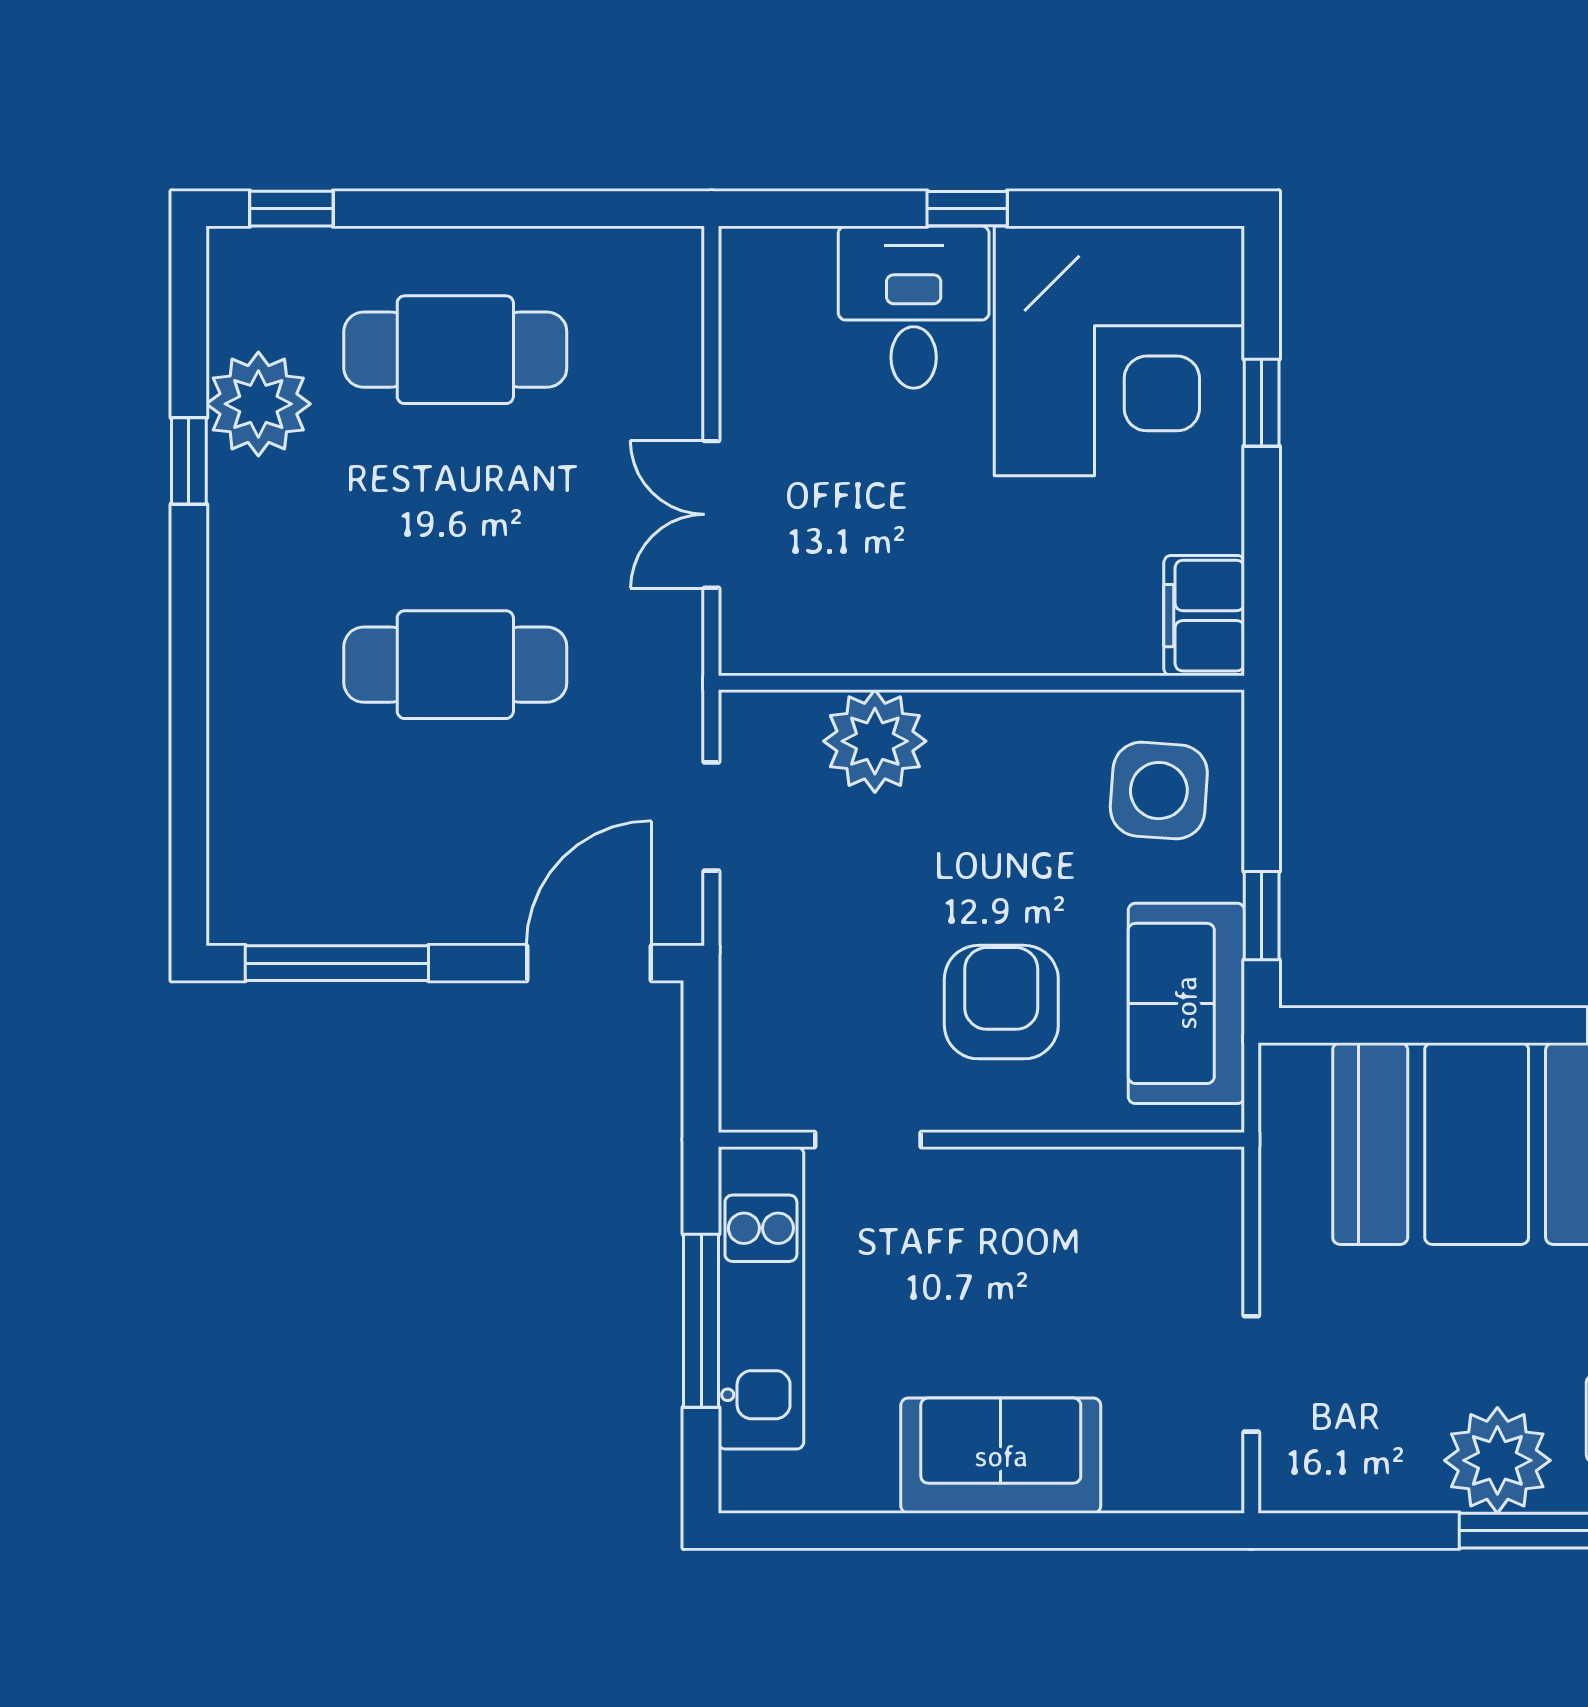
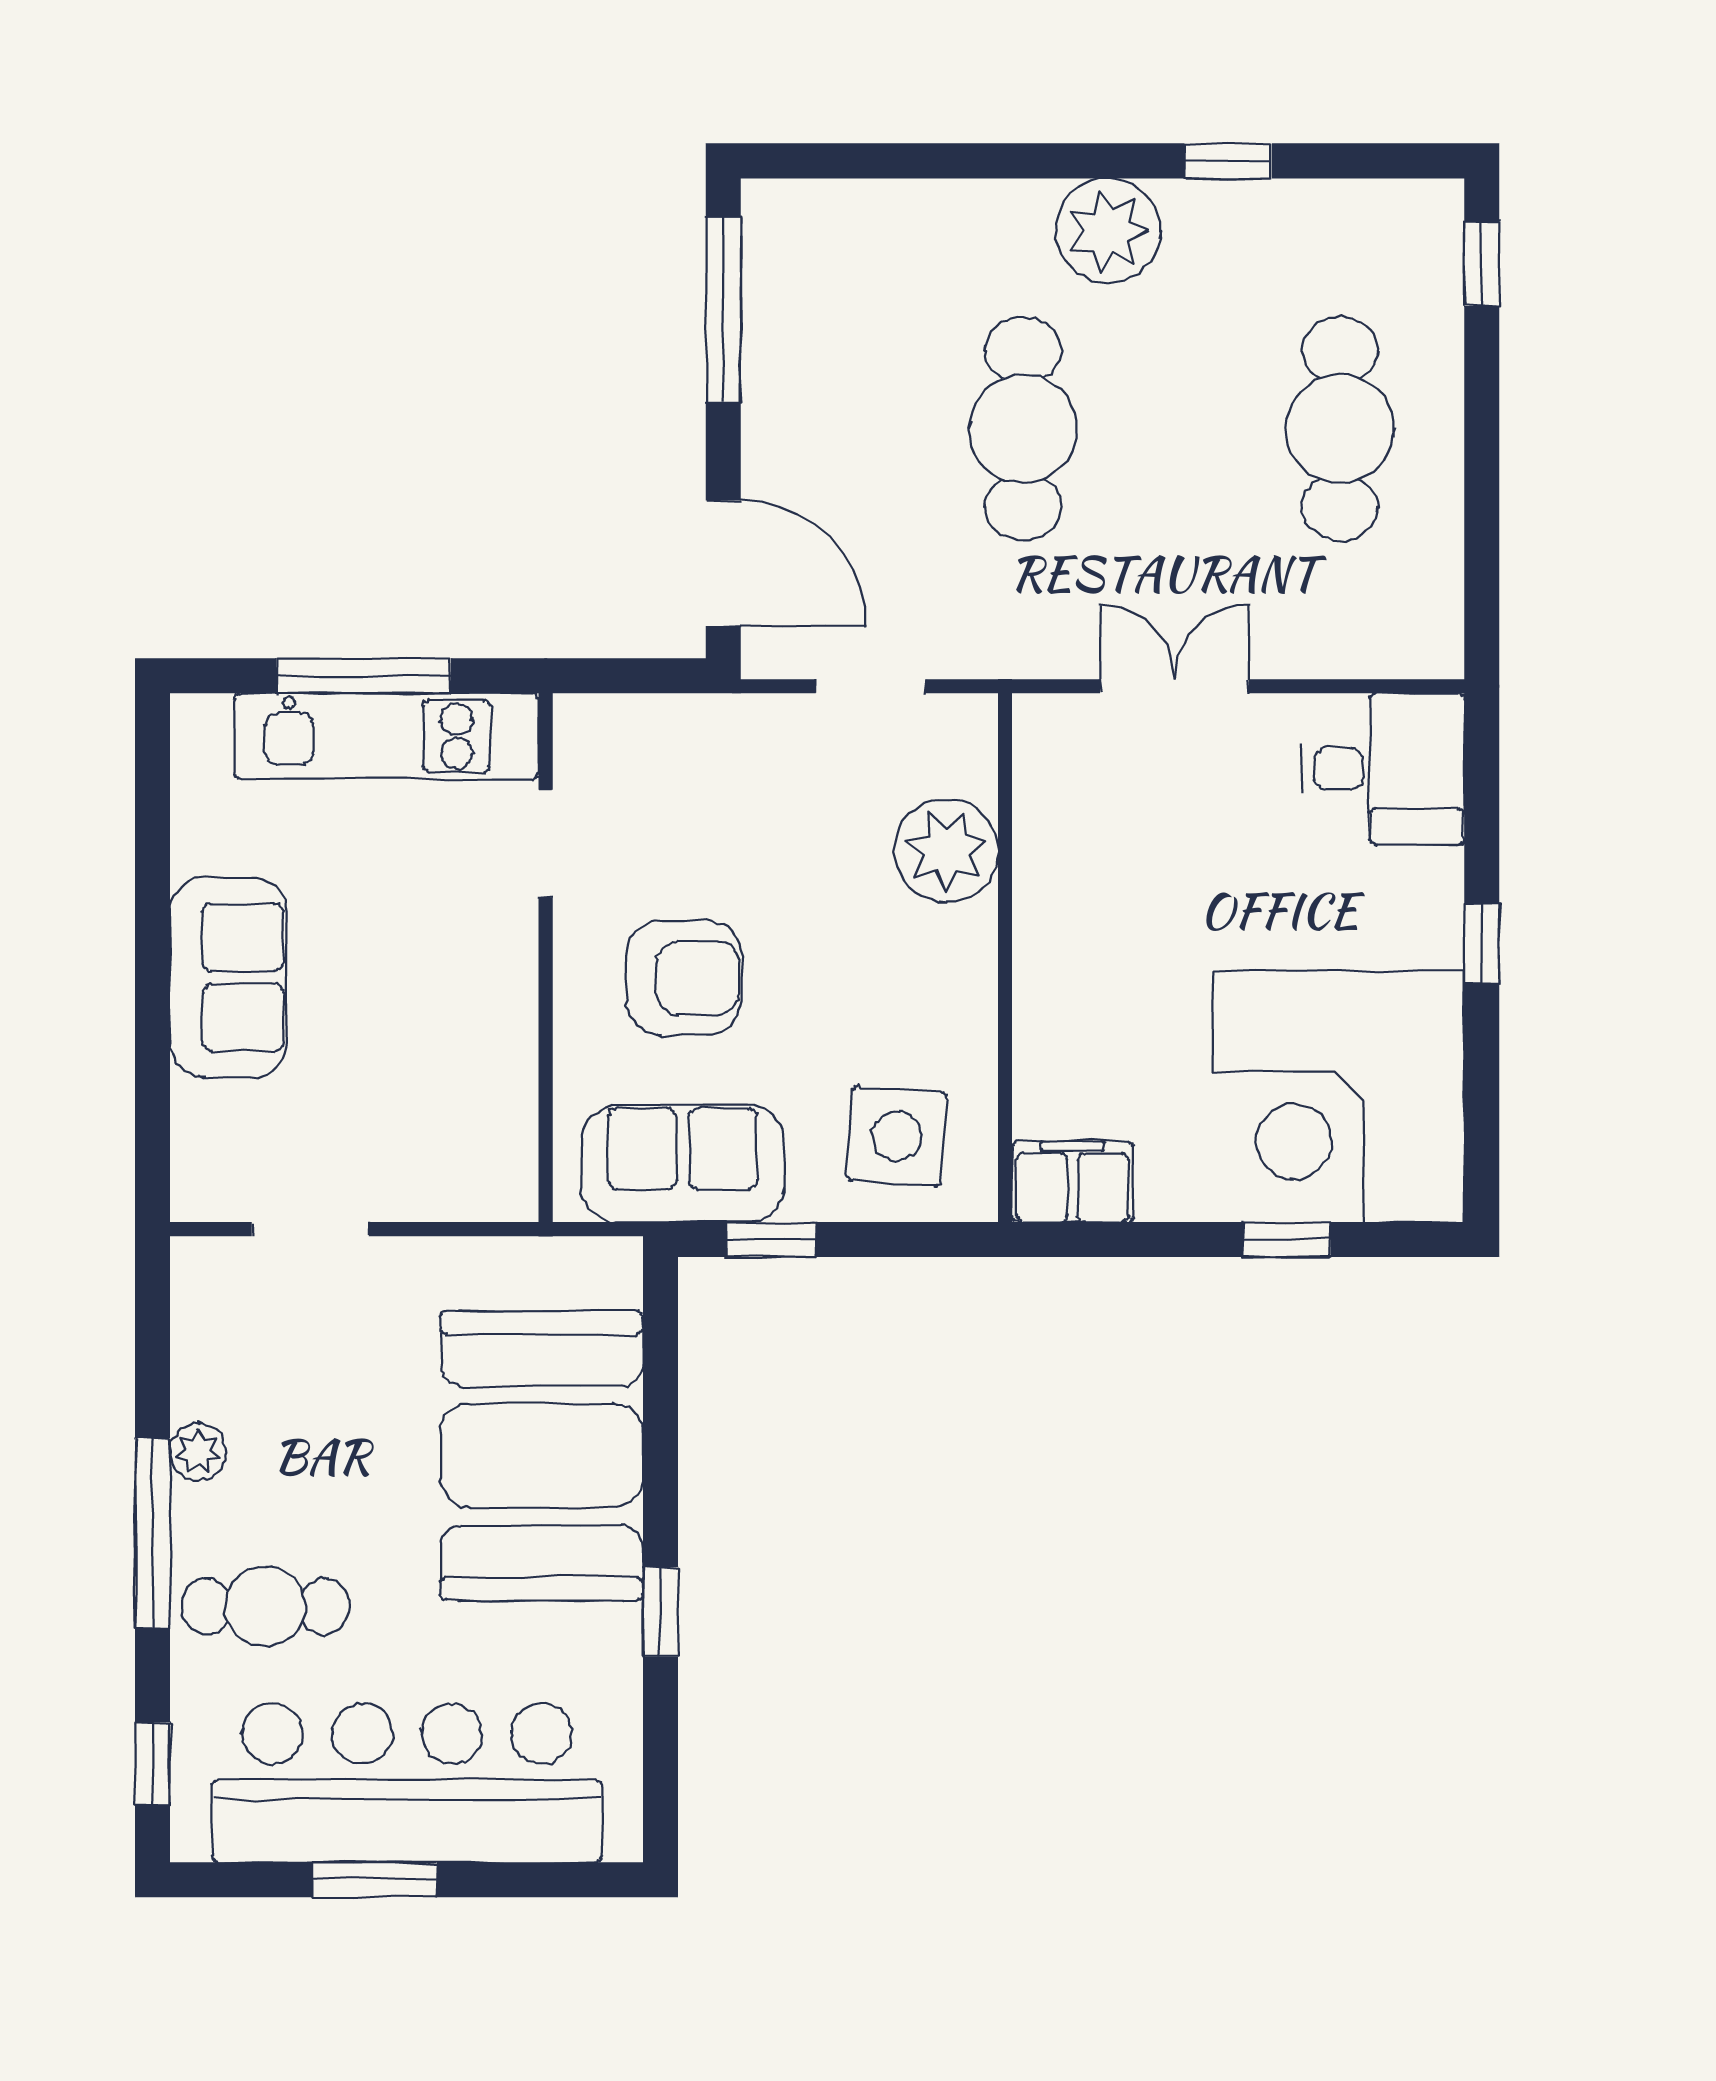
desk: (914, 307) -> (1383, 769), moved
plant: (258, 404) -> (1108, 231), moved
plant: (1497, 1460) -> (198, 1452), width x0.53, depth x0.53

